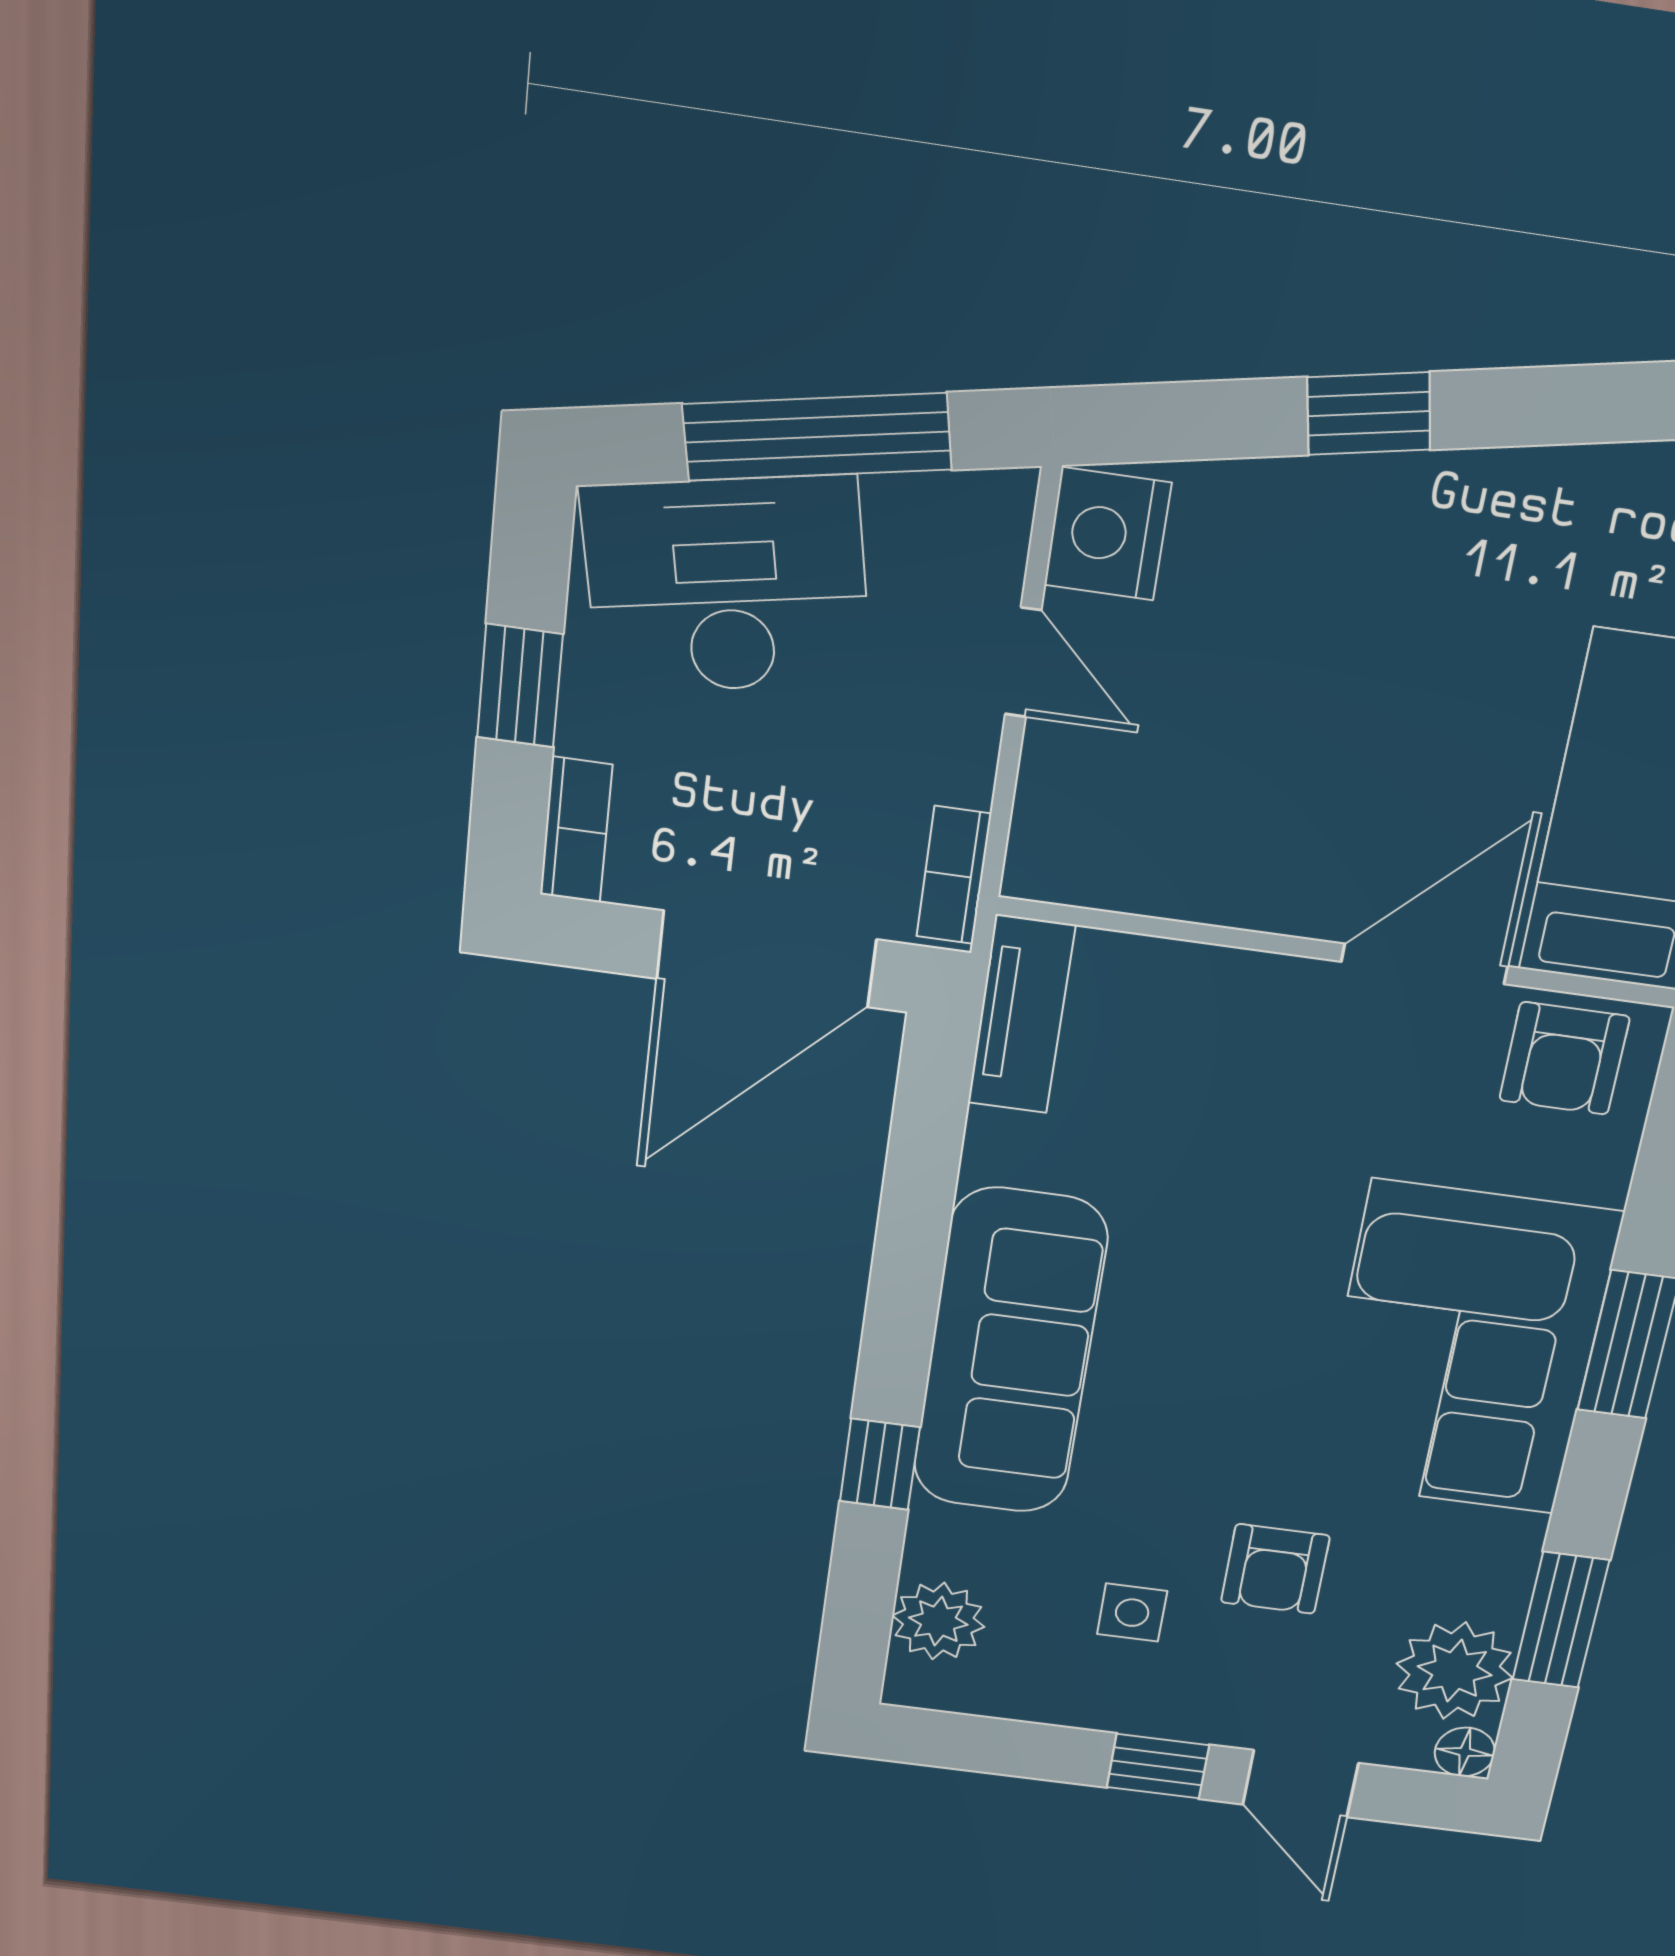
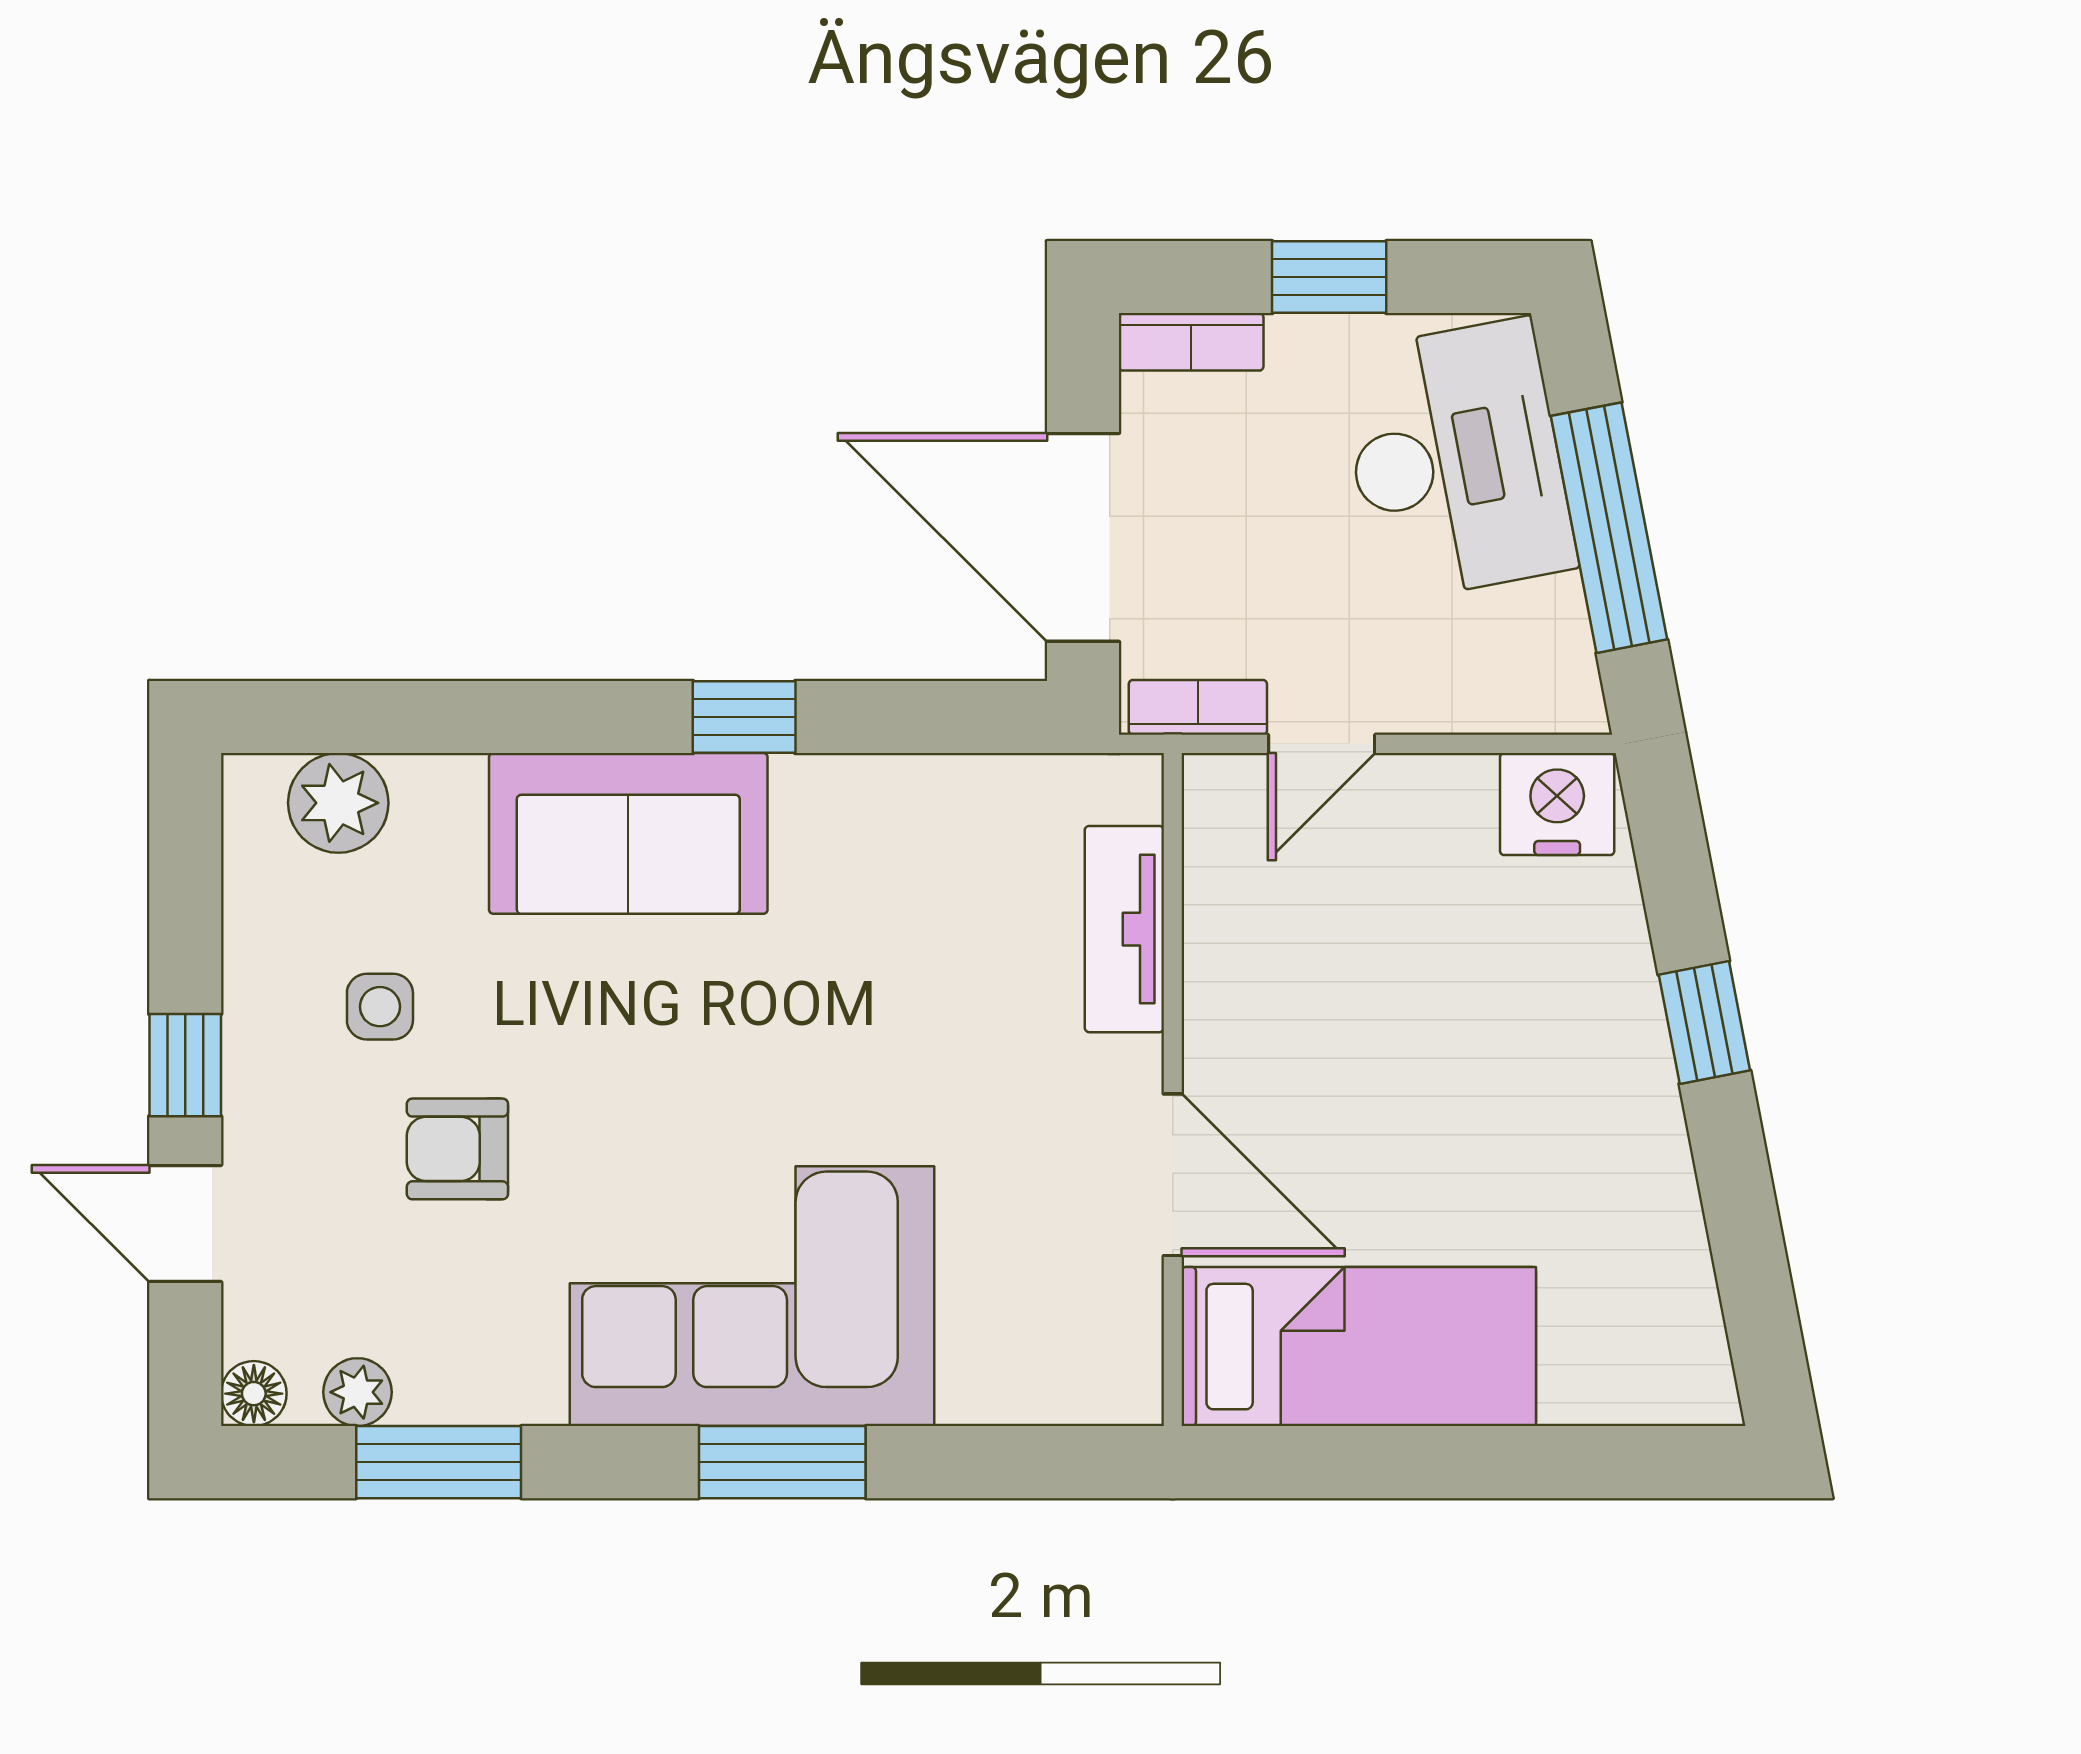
door: (1023, 662) -> (1322, 744), moved
tv unit: (1021, 1015) -> (1124, 929), moved, turned 90
armchair: (1564, 1058) -> (1092, 1331), removed
sofa: (1010, 1353) -> (628, 833), width x0.73
window: (880, 1464) -> (744, 717), moved
plant: (1455, 1671) -> (358, 1392), width x0.53, depth x0.53
door: (1300, 1784) -> (185, 1223), hinge flipped

